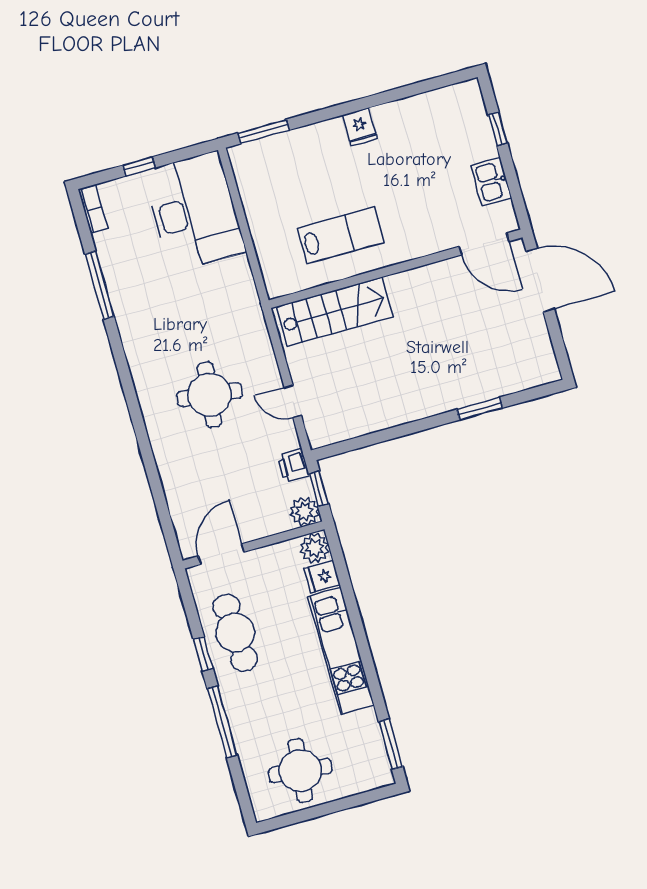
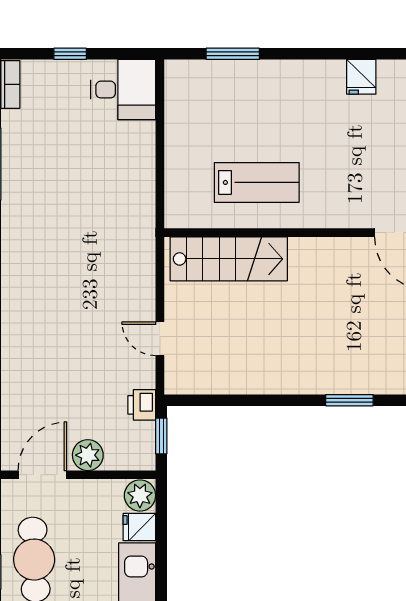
fridge: (360, 127) -> (361, 77), moved
window: (263, 132) -> (233, 54), moved
desk: (194, 212) -> (123, 90), width x0.53, depth x0.77
round table: (209, 395) -> (76, 308), removed
plant: (305, 511) -> (88, 455), moved

